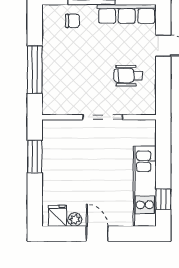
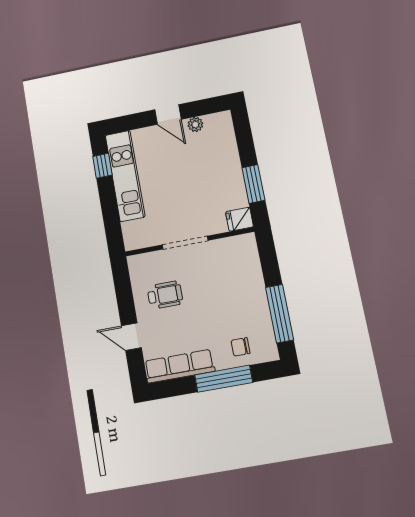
window: (35, 70) -> (280, 314), moved
fridge: (57, 216) -> (239, 219), moved, turned 90

